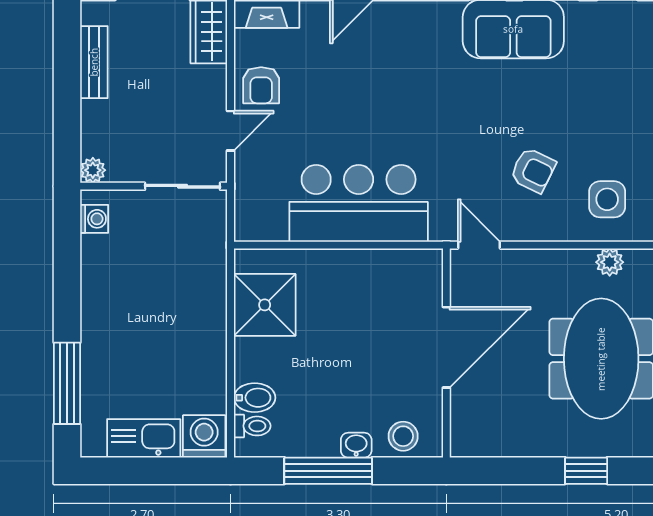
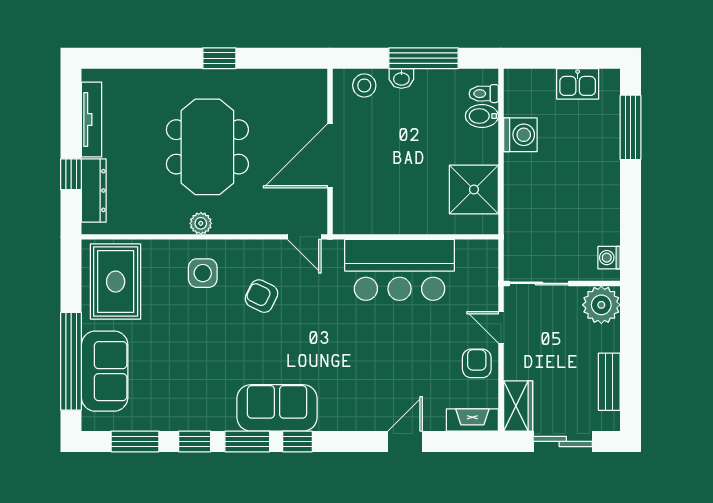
door: (231, 131) -> (501, 327), hinge flipped
plant: (93, 170) -> (601, 305), width x1.87, depth x1.87
washing machine: (204, 436) -> (520, 135), moved, turned -90
kitchen sink: (144, 438) -> (578, 84), width x0.73

